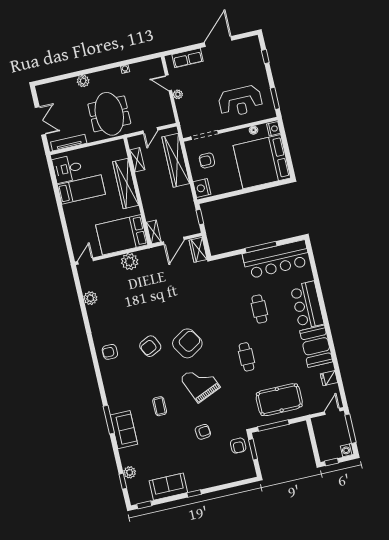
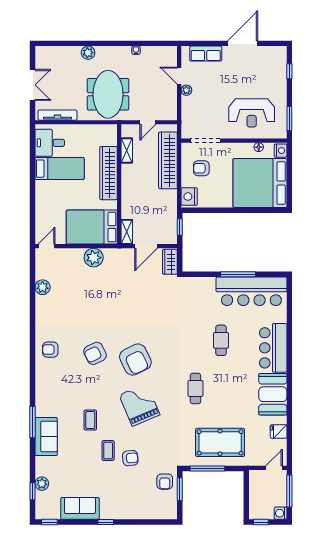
armchair: (187, 343) -> (135, 360), turned 96
coffee table: (182, 430) -> (108, 451), added

